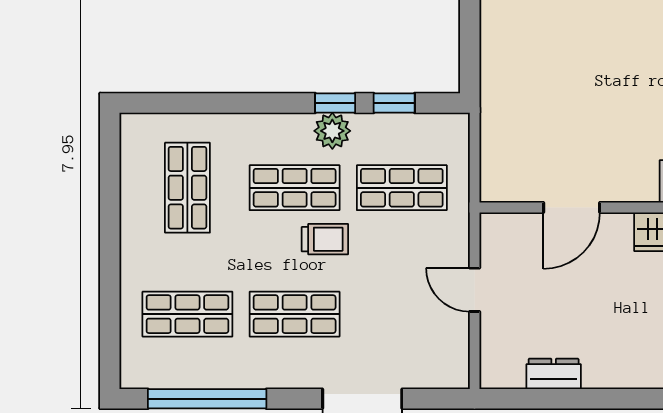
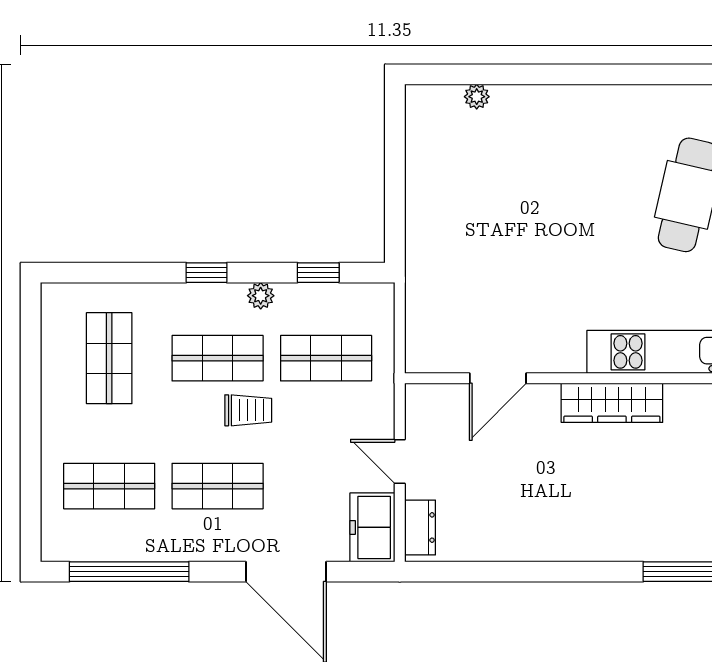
window: (335, 103) -> (206, 273), moved
plant: (332, 131) -> (261, 296), width x0.73, depth x0.73
freezer: (448, 355) -> (372, 527), added
dresser: (554, 374) -> (420, 528), moved, turned 90

